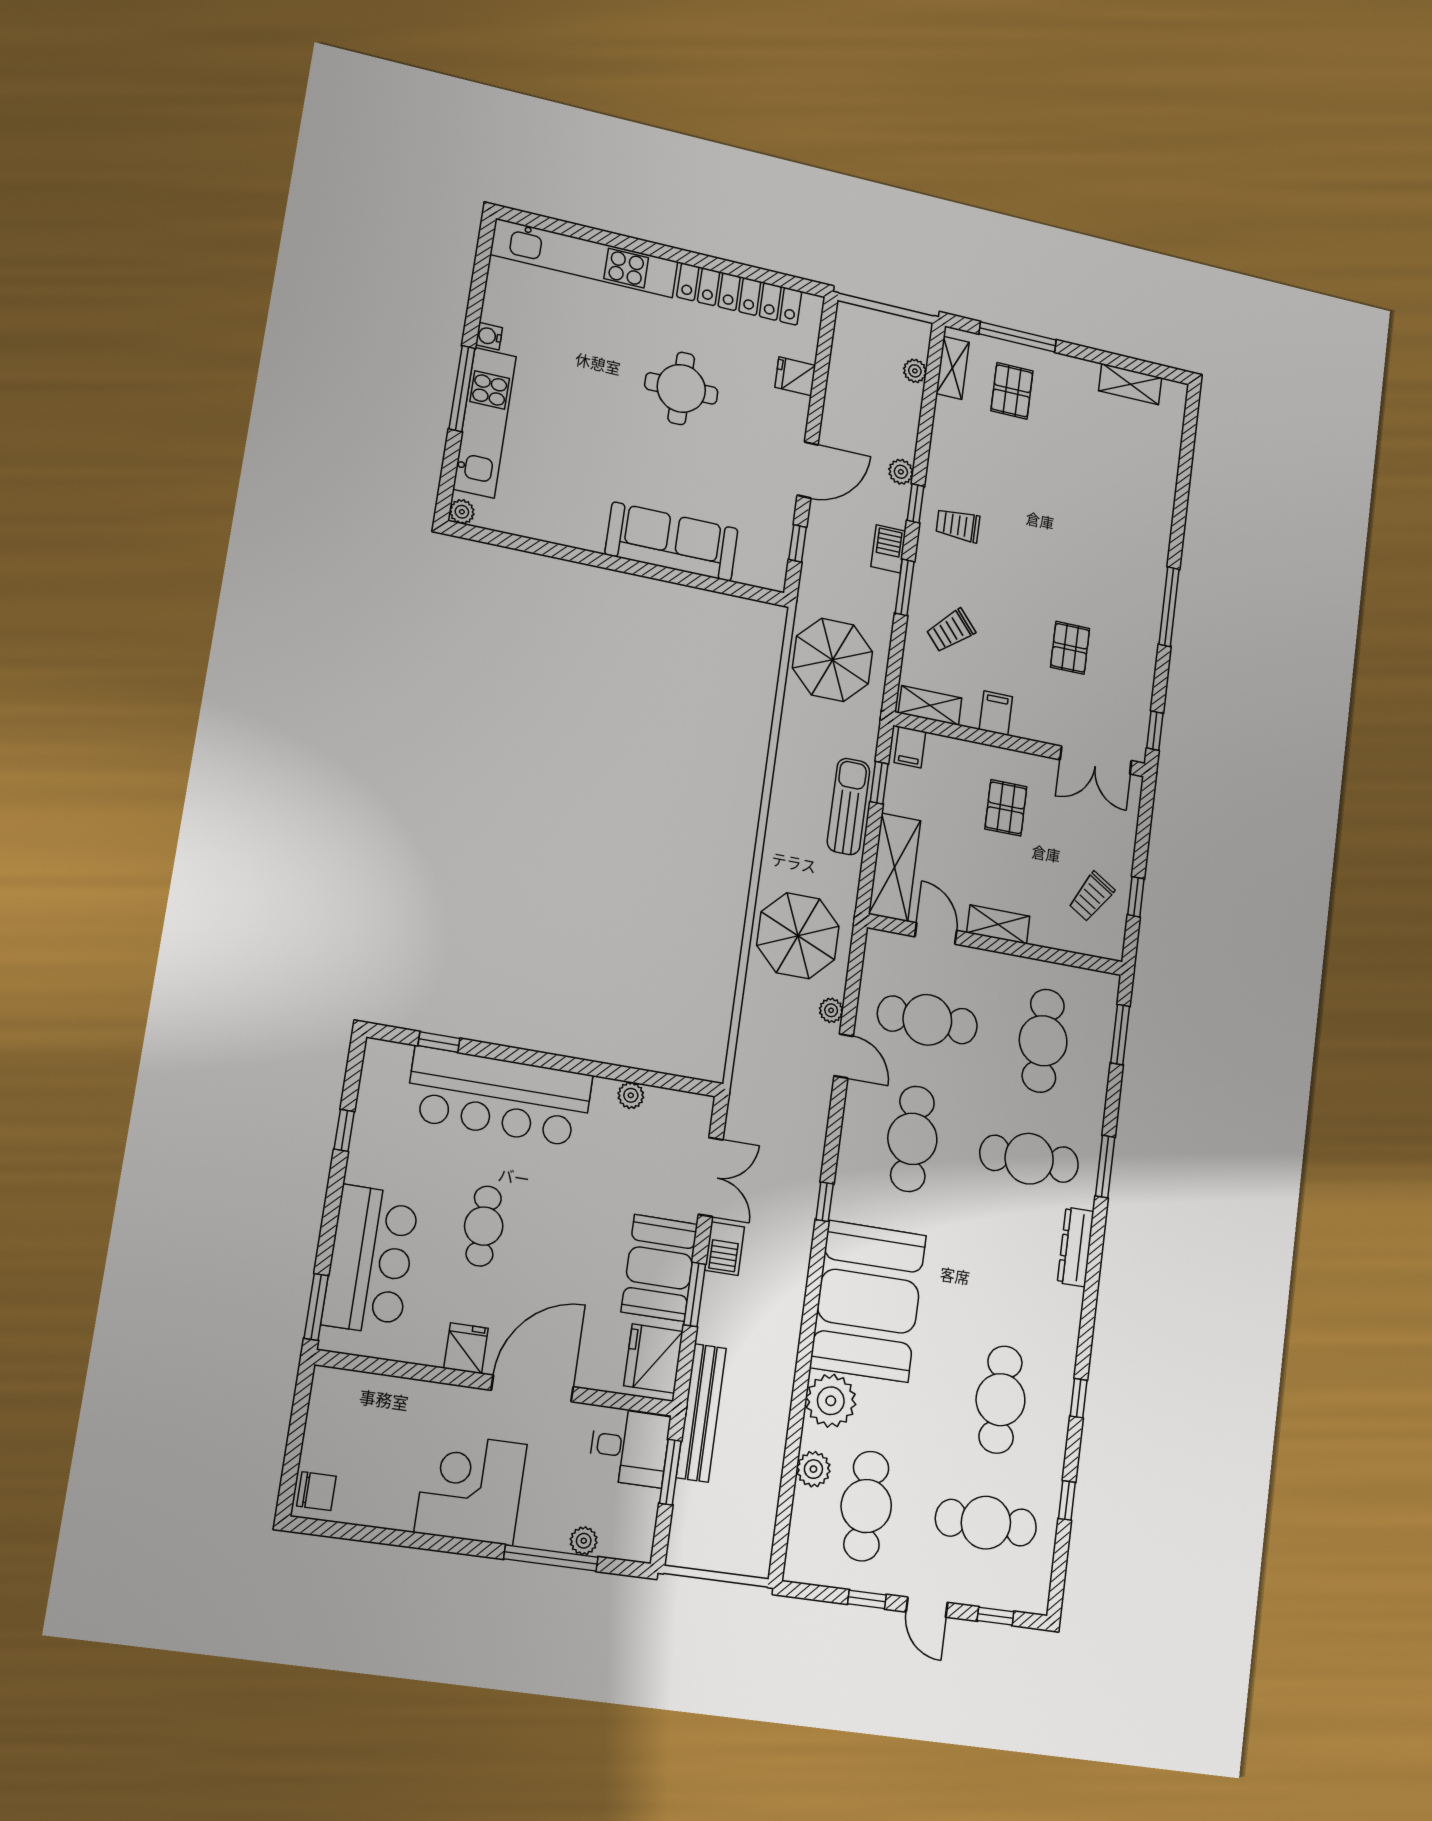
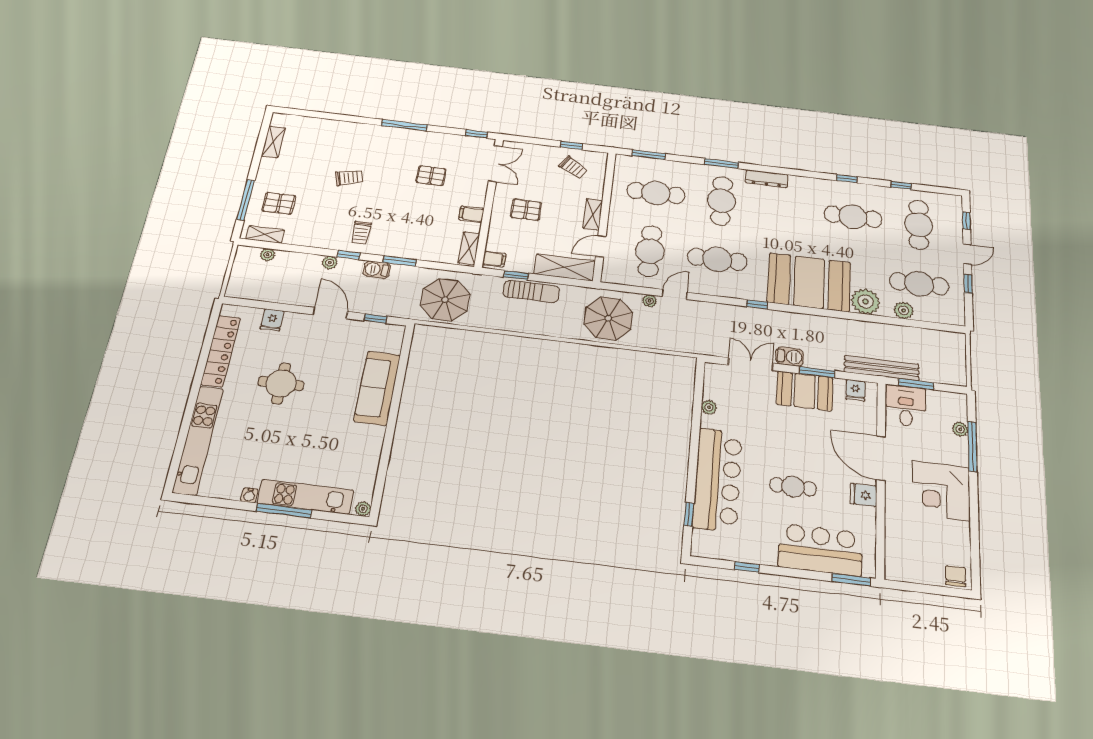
trolley: (951, 631) -> (349, 178), moved, turned -65
sun lounger: (848, 806) -> (531, 291), turned 180
fridge: (653, 1359) -> (855, 390), width x0.53, depth x0.75

